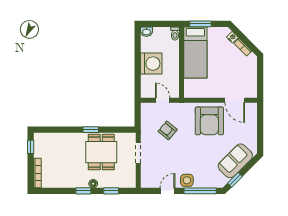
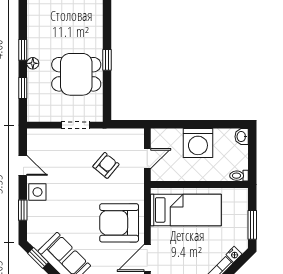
window: (201, 24) -> (252, 225), moved
bed: (195, 53) -> (186, 210), moved, turned 180
window: (200, 191) -> (23, 210), width x0.46

